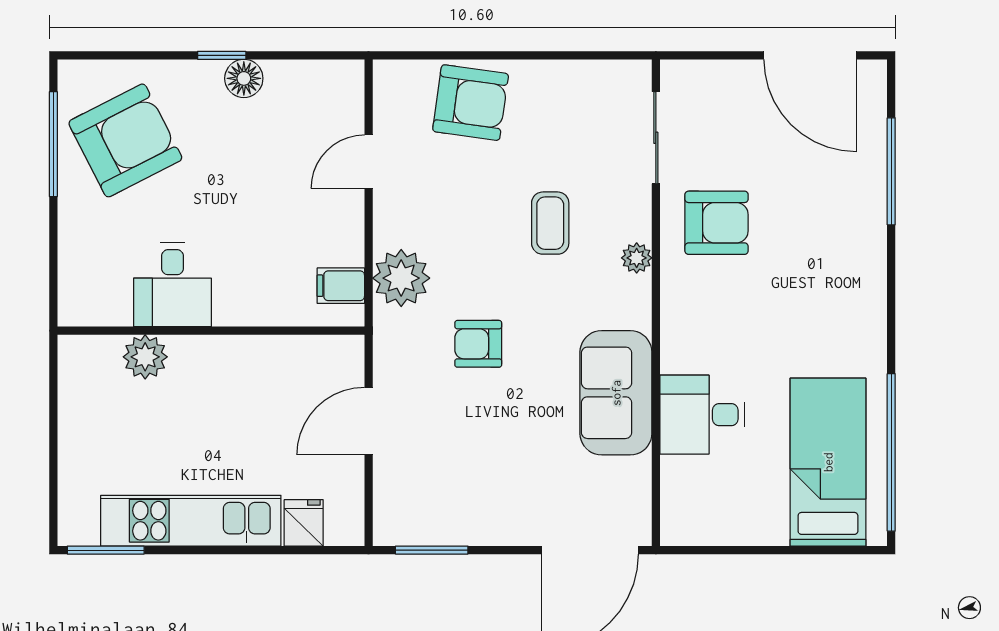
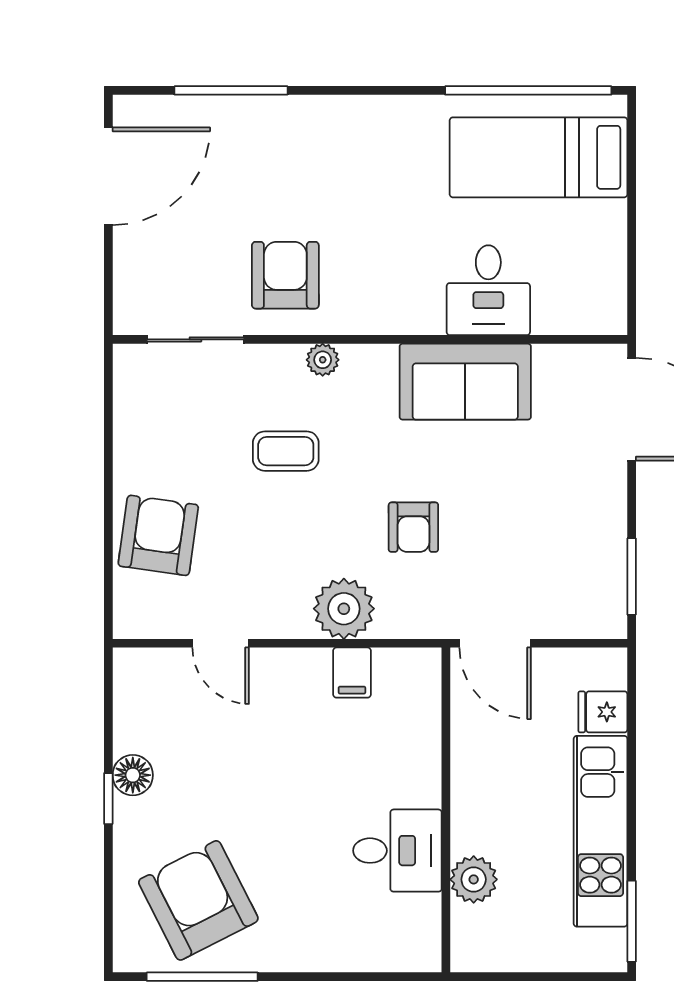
desk: (173, 285) -> (397, 851), moved
wall: (211, 331) -> (446, 810), moved
plant: (145, 357) -> (474, 879), moved

